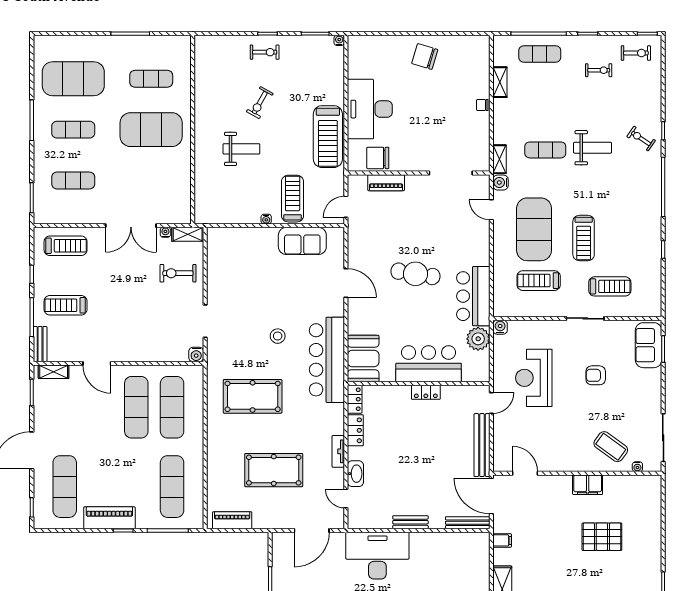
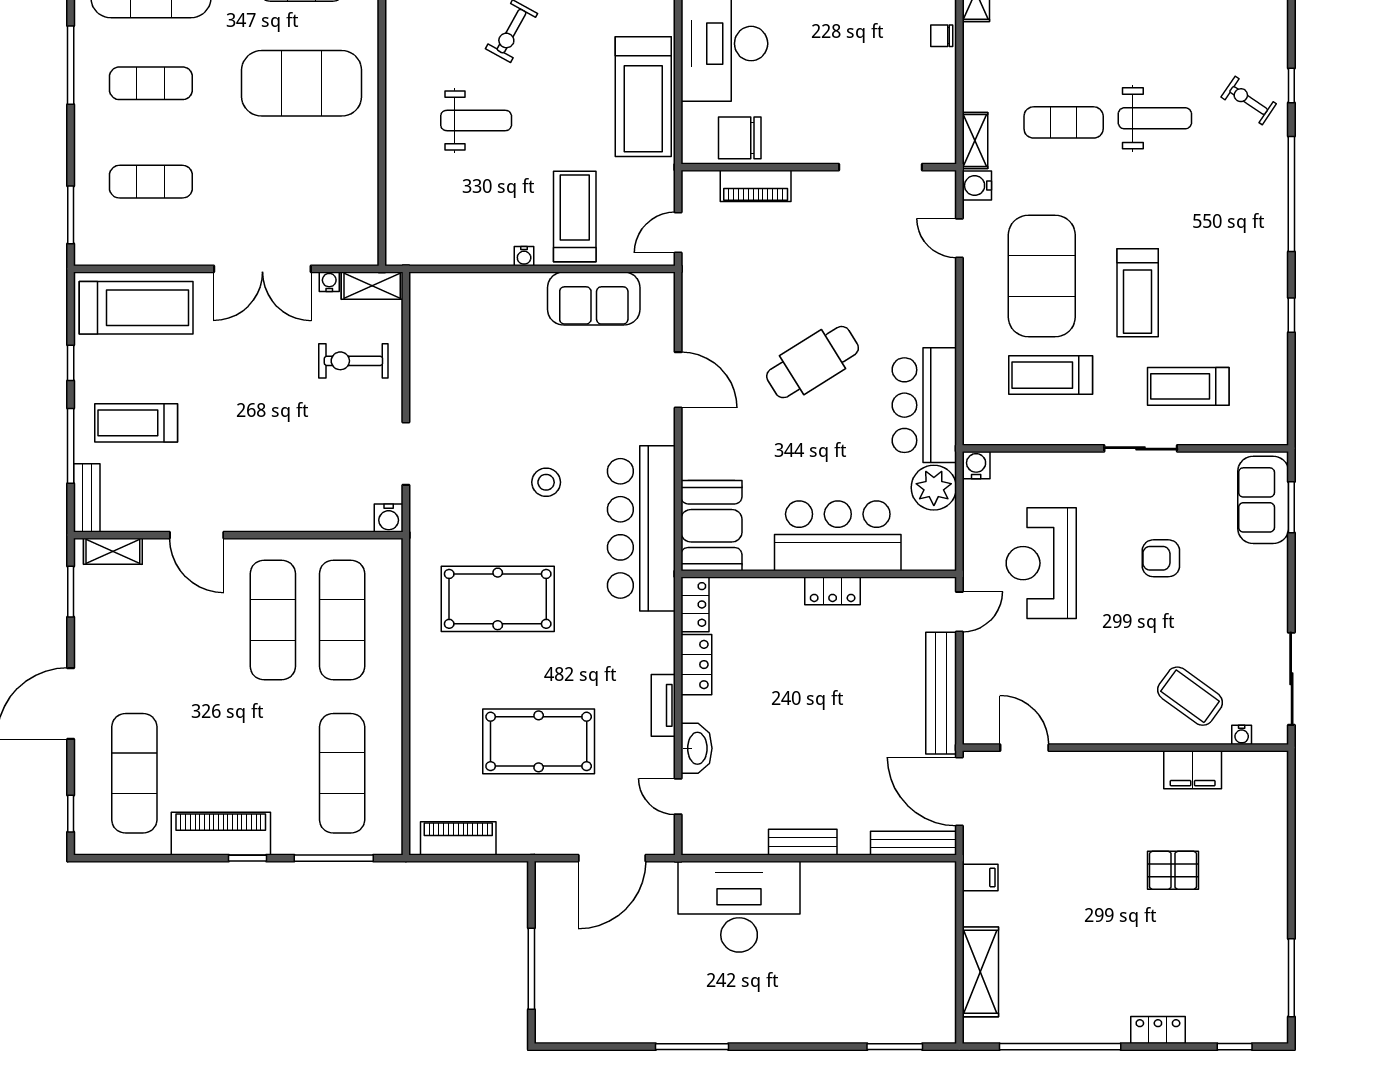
treadmill: (66, 246) -> (136, 308), width x1.37, depth x1.38
cafe table: (415, 274) -> (813, 362), turned -41
treadmill: (610, 286) -> (1188, 386), turned 180
filing cabinet: (588, 485) -> (1193, 770), moved
pallet: (602, 537) -> (1173, 870), width x0.67, depth x0.71

